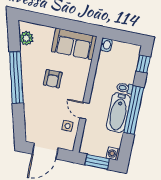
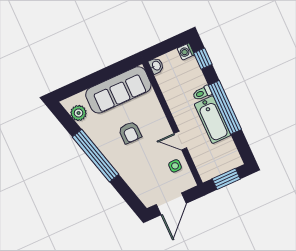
sofa: (74, 44) -> (118, 90), width x1.36
washing machine: (113, 154) -> (186, 52), moved

